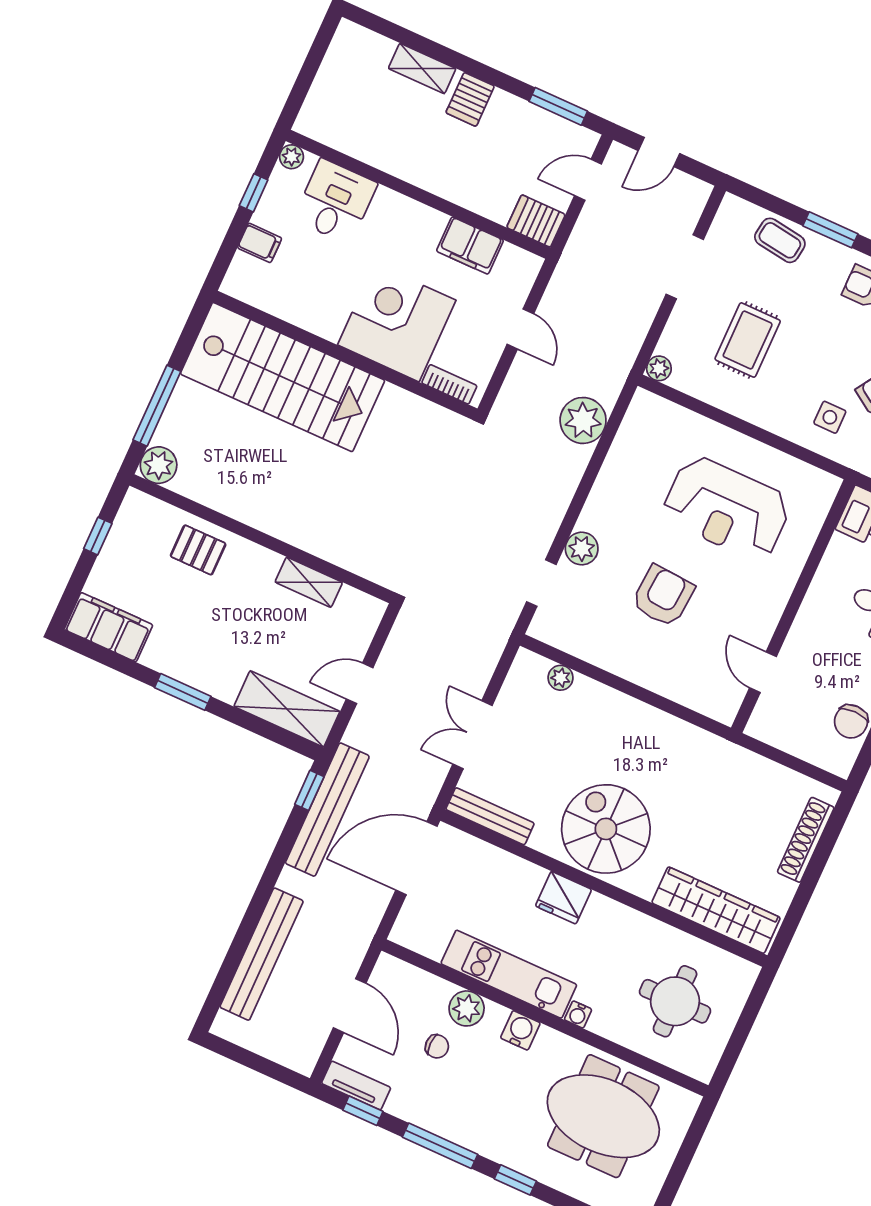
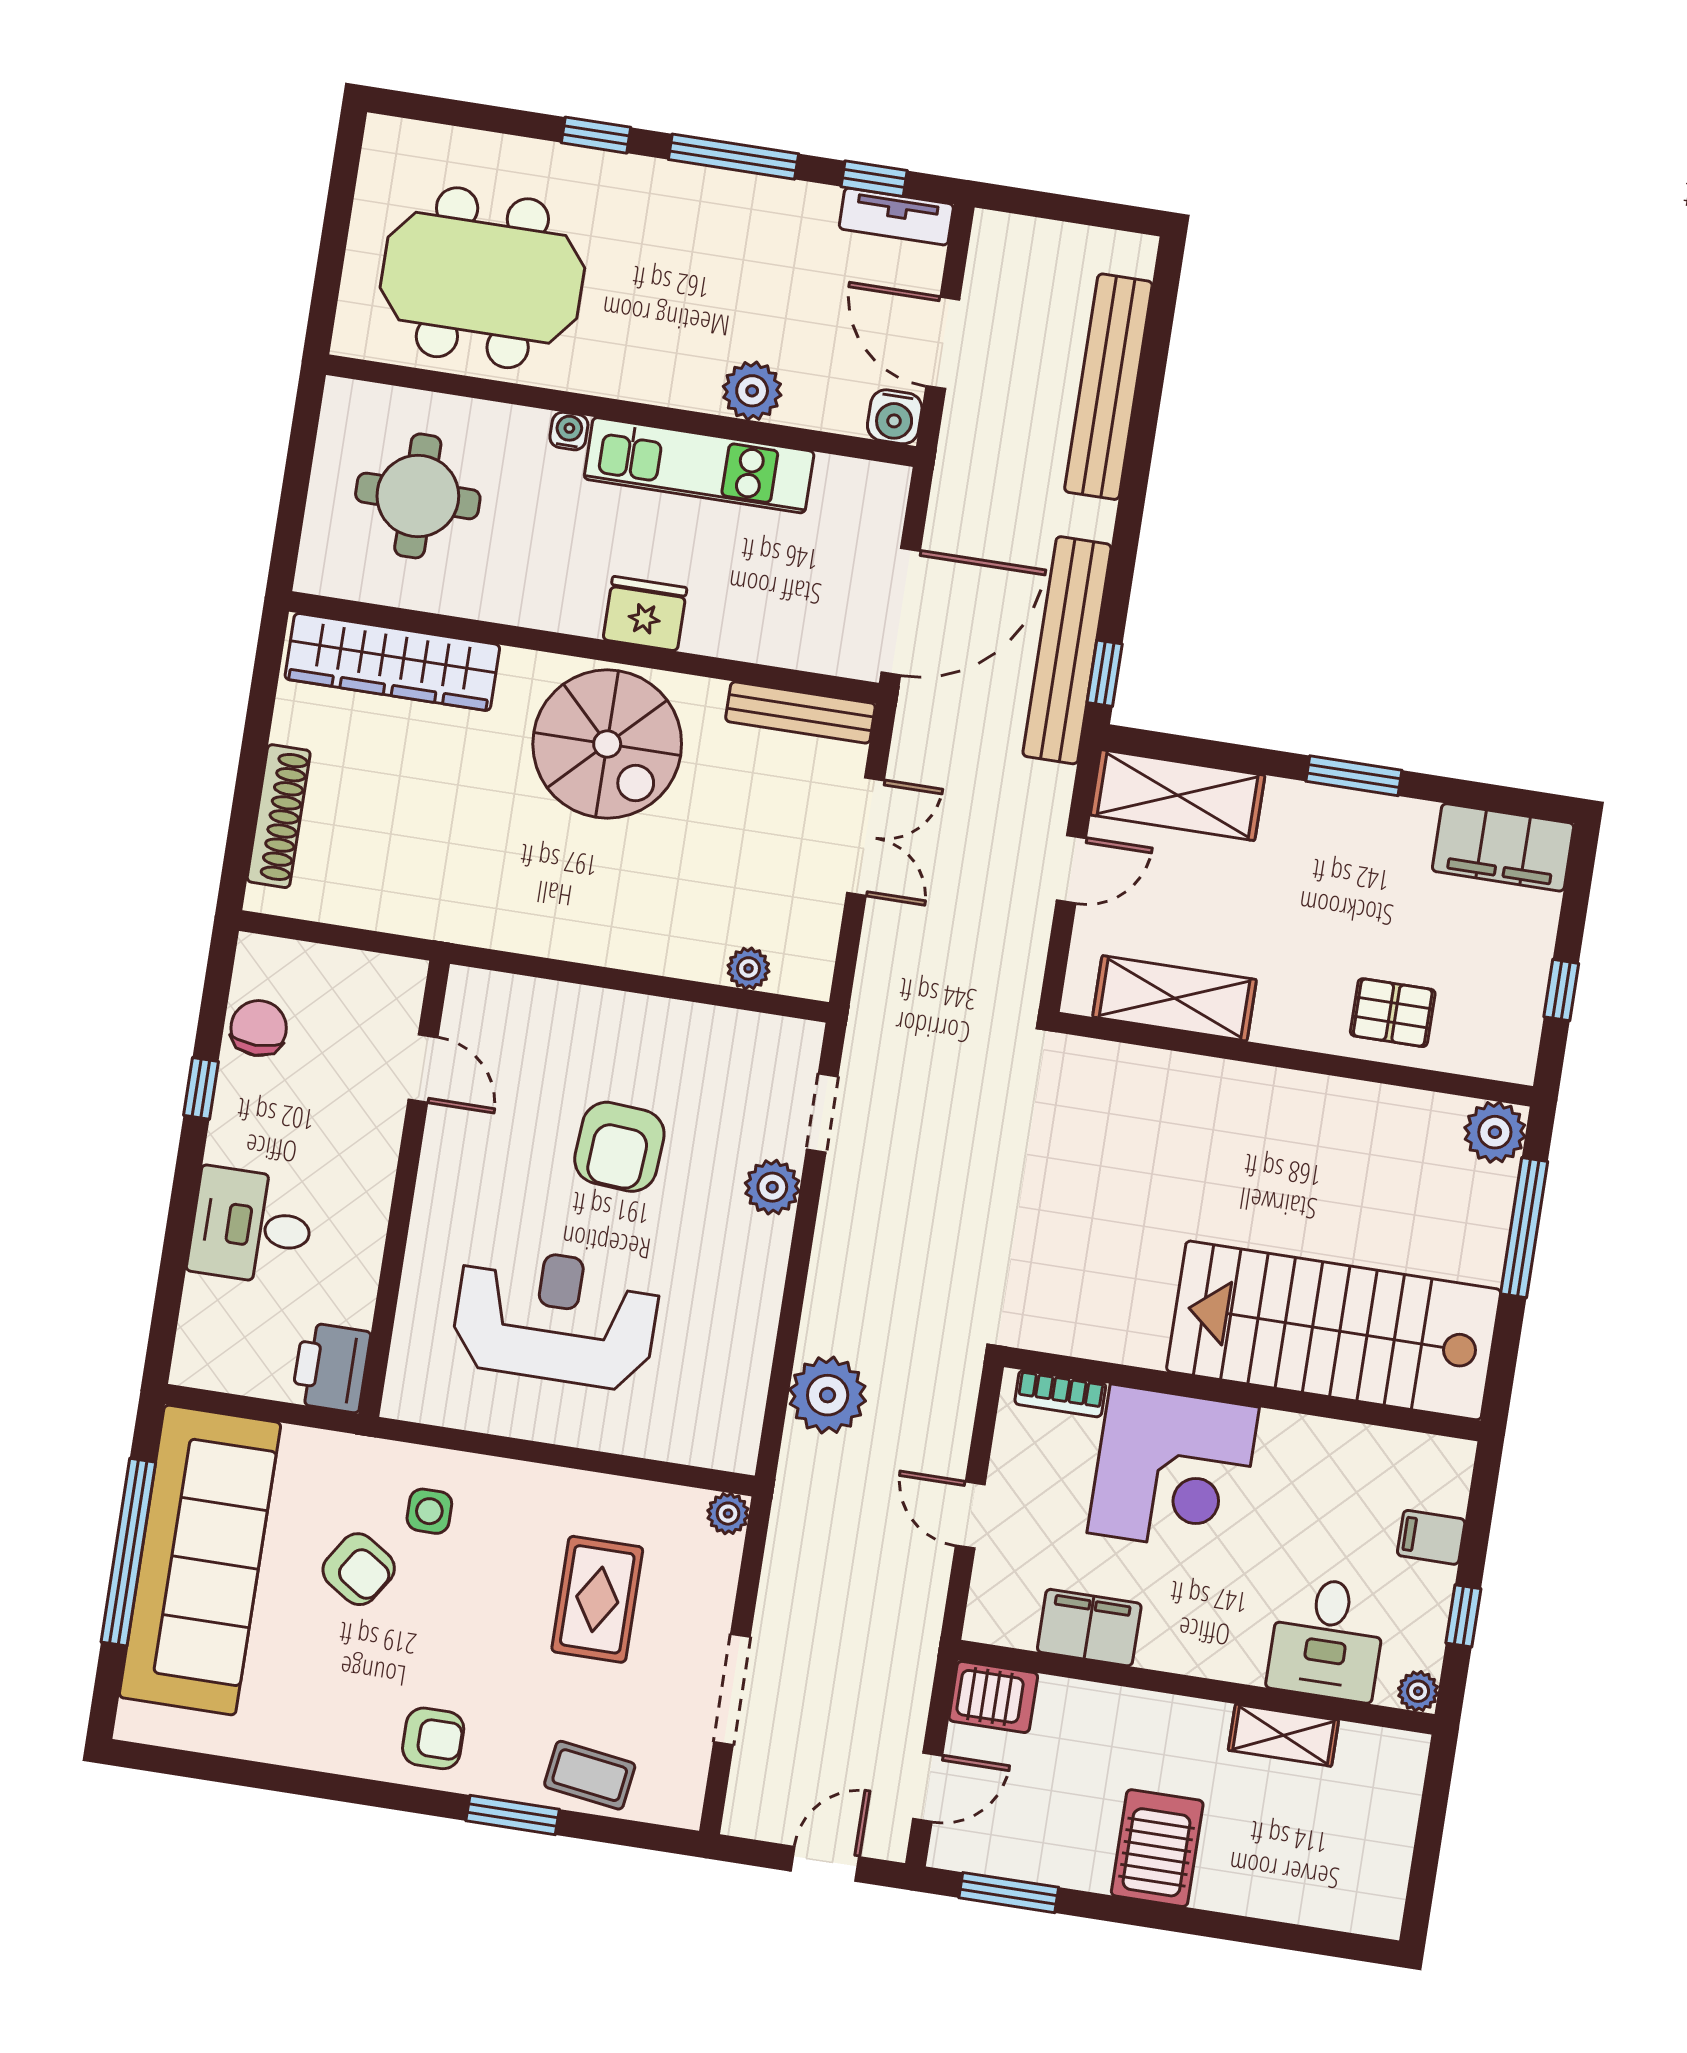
shelving: (422, 68) -> (1283, 1735), moved
server rack: (470, 99) -> (1157, 1848), width x1.36, depth x1.44
shelving: (309, 582) -> (1175, 998), width x1.50, depth x1.33
water cooler: (520, 1030) -> (895, 417), moved
chair: (437, 1046) -> (783, 316), removed

